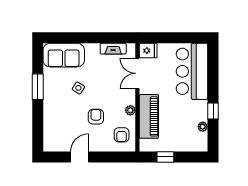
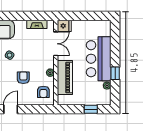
bar counter: (192, 71) -> (99, 59), moved
double door: (137, 73) -> (56, 44), swing flipped
window: (165, 157) -> (91, 109), moved

